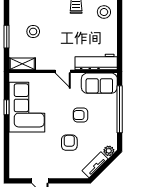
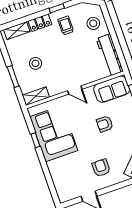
workbench: (96, 62) -> (110, 55), moved, turned -90
armchair: (69, 143) -> (101, 168), moved

